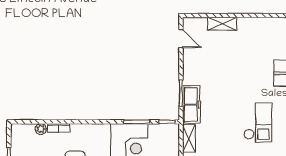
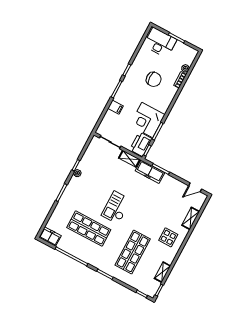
display table: (260, 39) -> (168, 237), added
checkout: (258, 123) -> (116, 208), turned 90
printer: (163, 134) -> (141, 144), added

